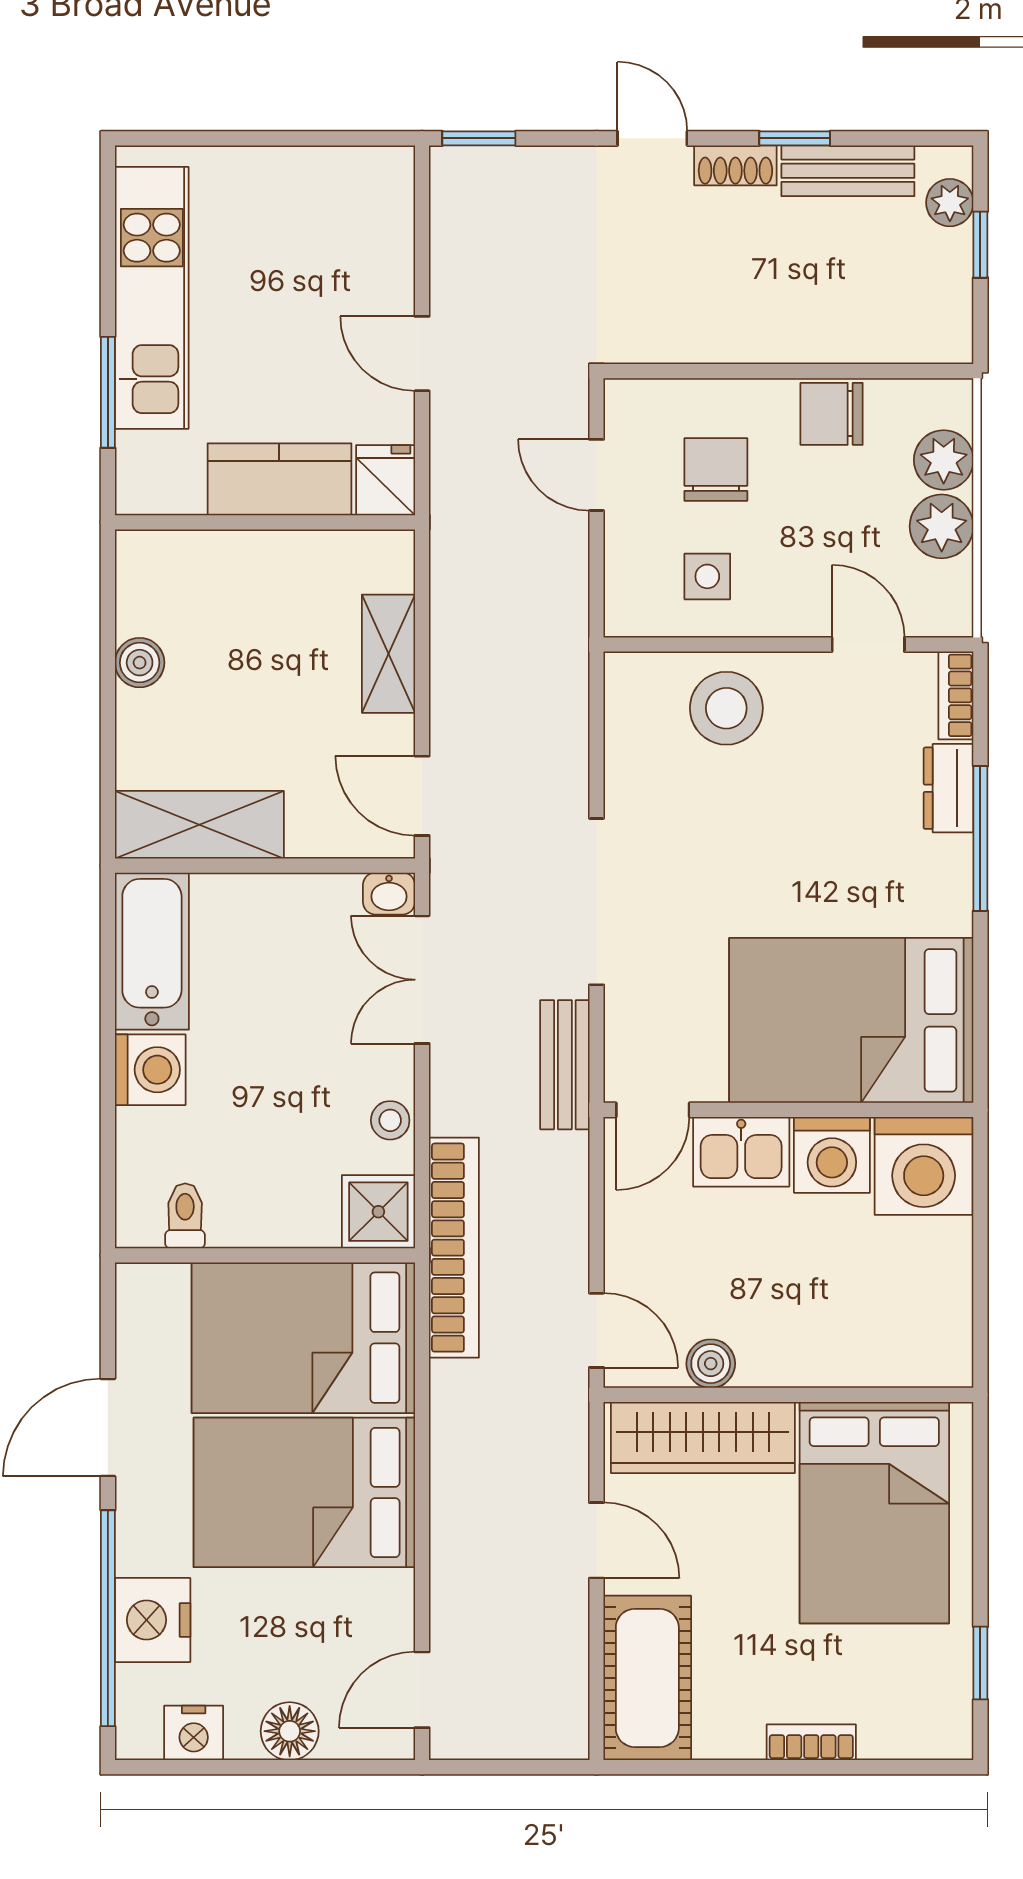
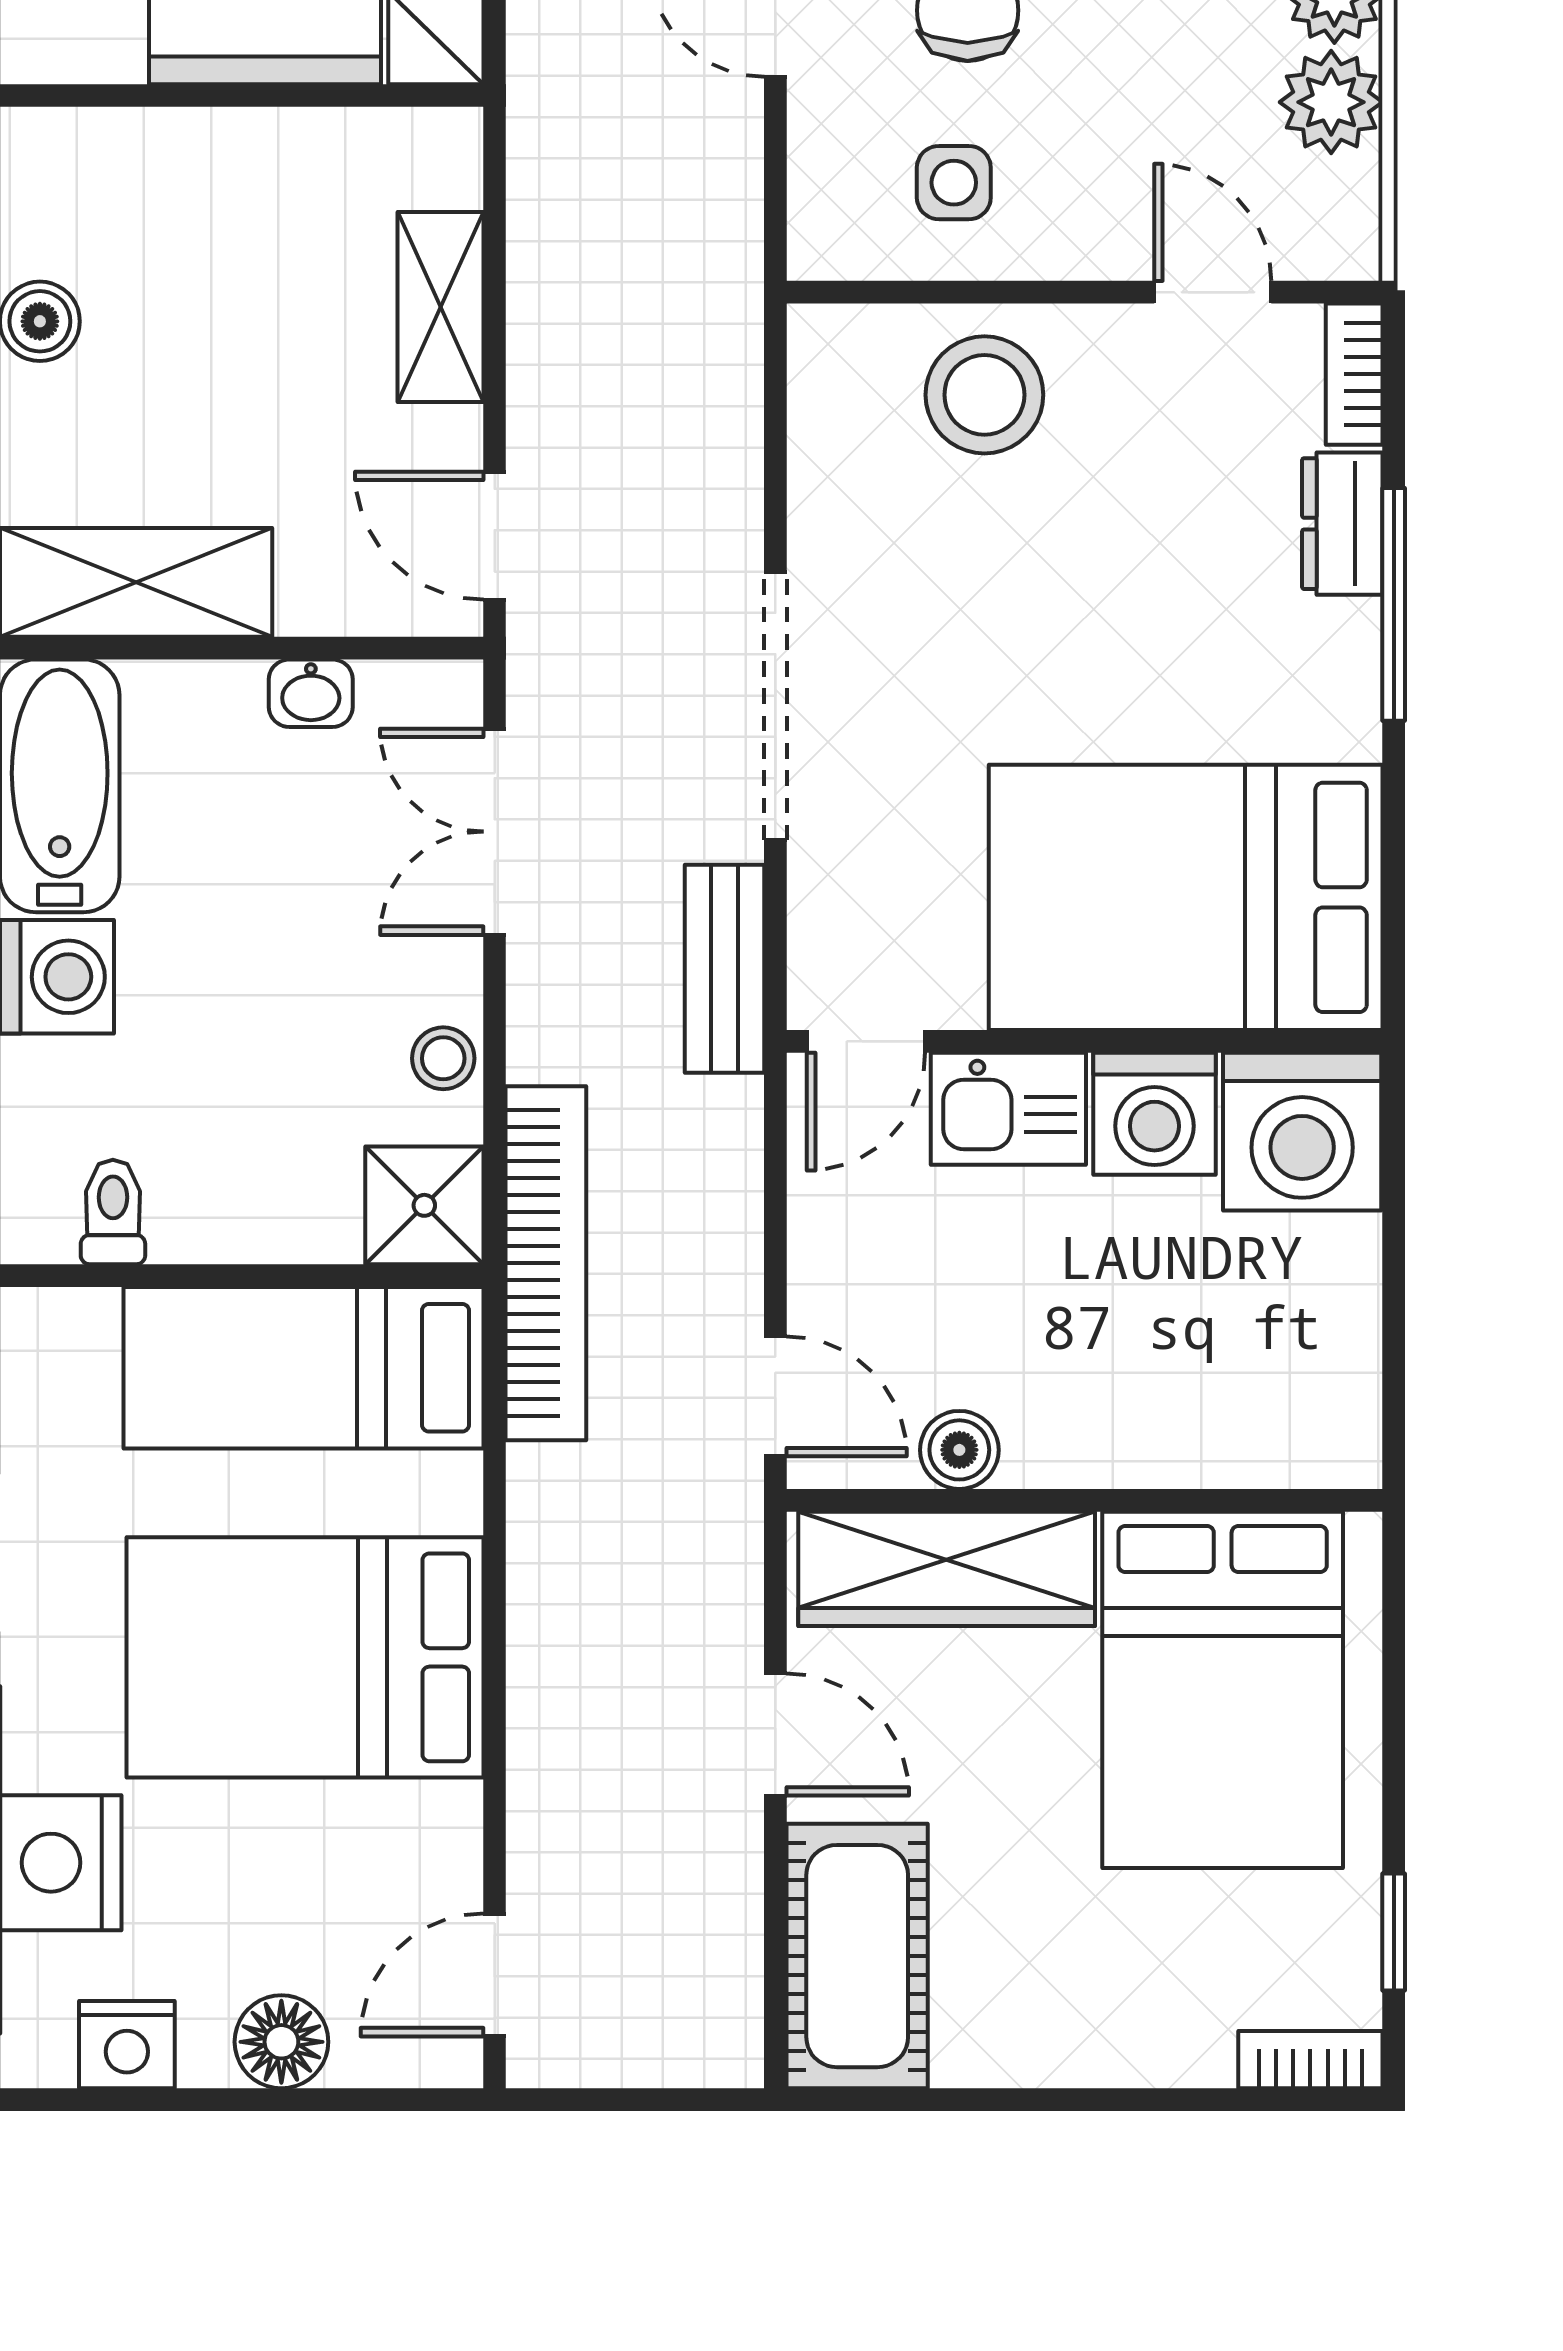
washbasin: (389, 894) -> (311, 693), moved
bed: (303, 1338) -> (303, 1368), width x0.67
bookcase: (811, 1742) -> (1310, 2060), moved

